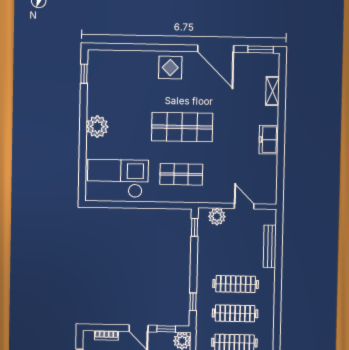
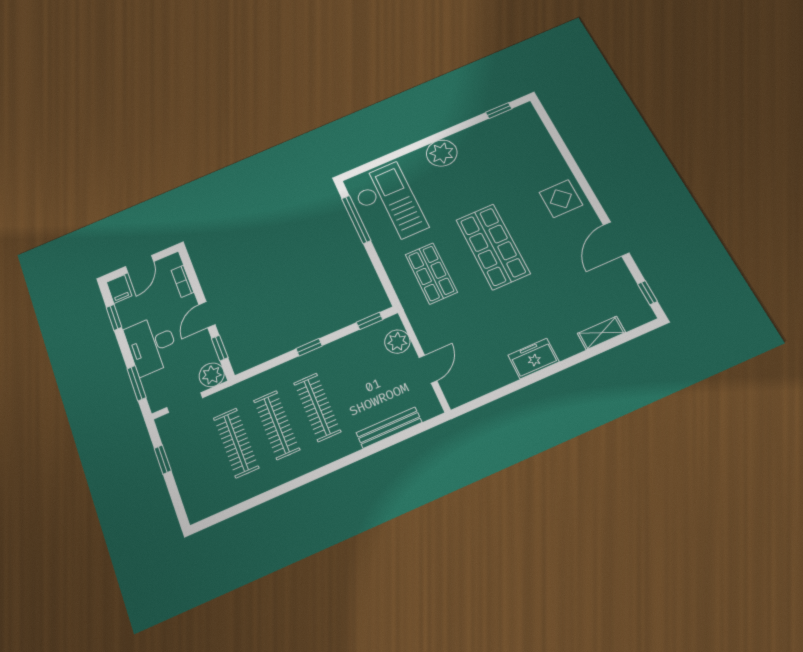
door: (216, 49) -> (616, 239), width x0.73
window: (261, 49) -> (648, 293), width x0.67
window: (118, 204) -> (356, 219), added
window: (193, 302) -> (309, 347), moved

